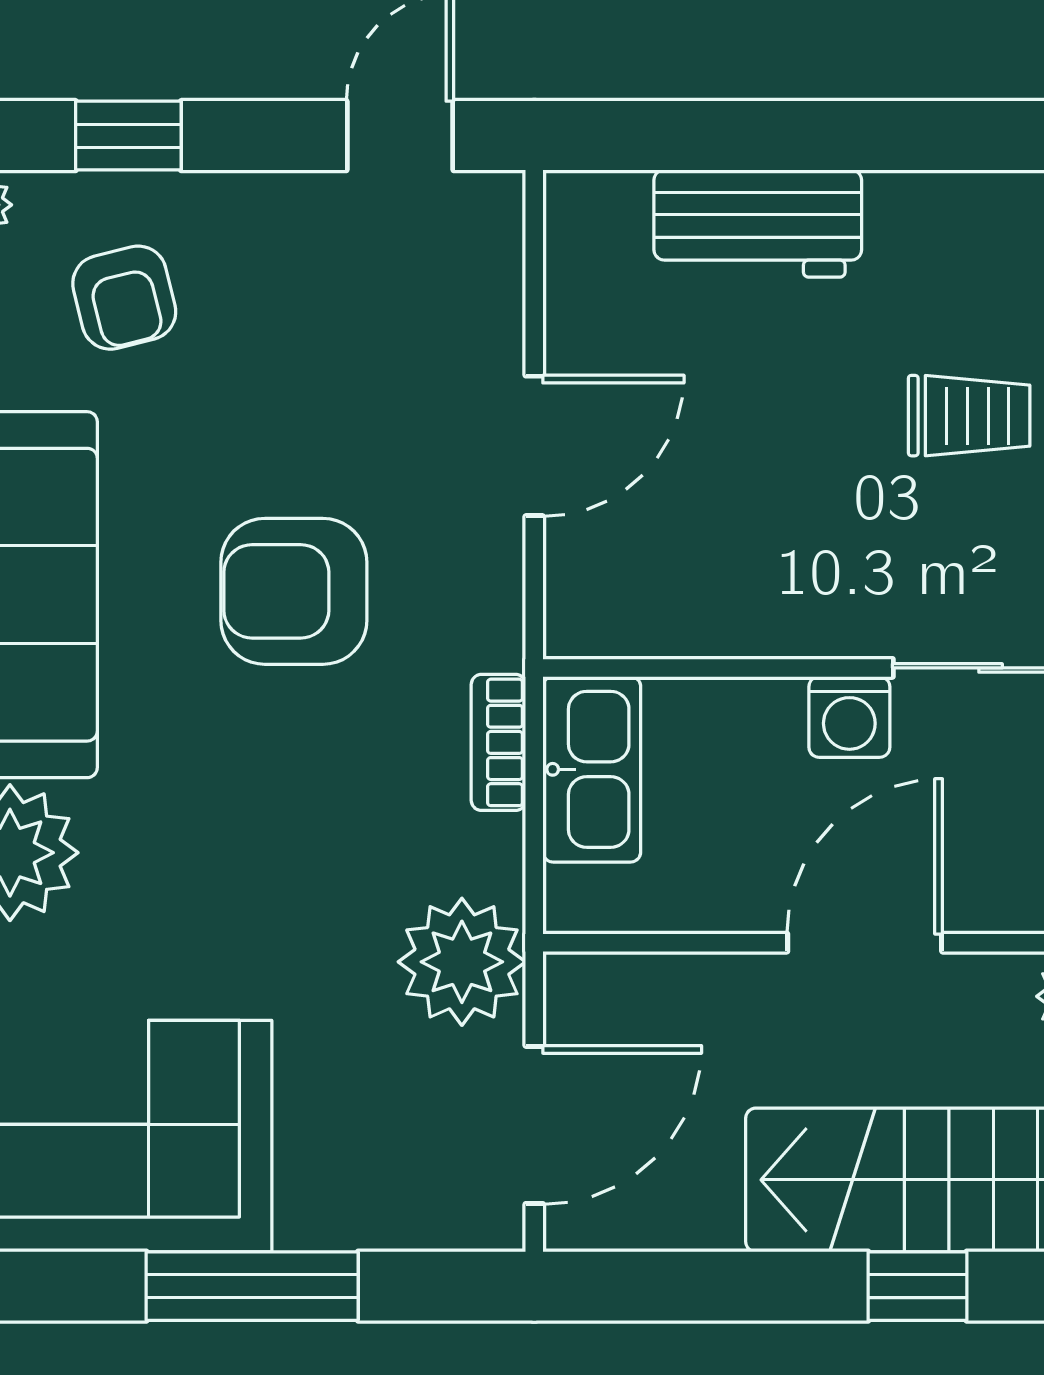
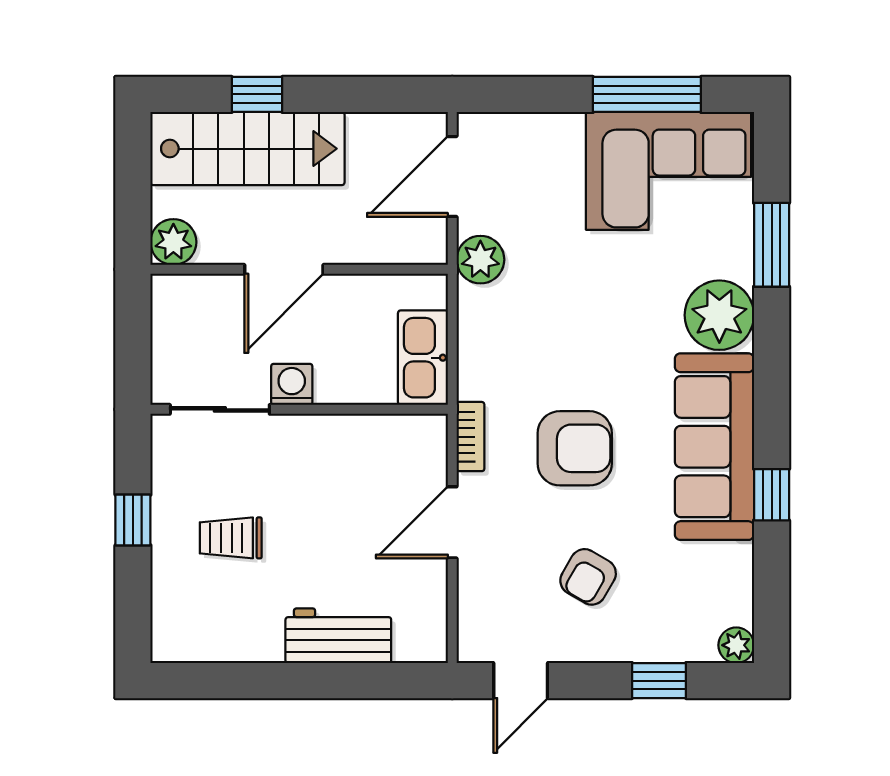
armchair: (124, 298) -> (588, 577), moved, turned -136
bookcase: (498, 742) -> (470, 437), moved
plant: (462, 962) -> (480, 260), width x0.73, depth x0.73
window: (252, 1286) -> (647, 94), moved

